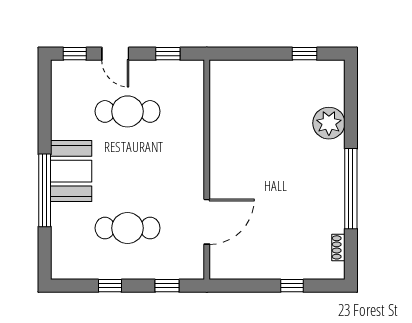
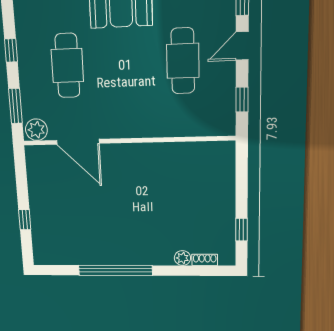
plant: (329, 123) -> (182, 258), width x0.53, depth x0.53
shoe rack: (338, 247) -> (205, 260), moved
plant: (193, 265) -> (36, 130), added
window: (167, 286) -> (15, 106), width x1.50

